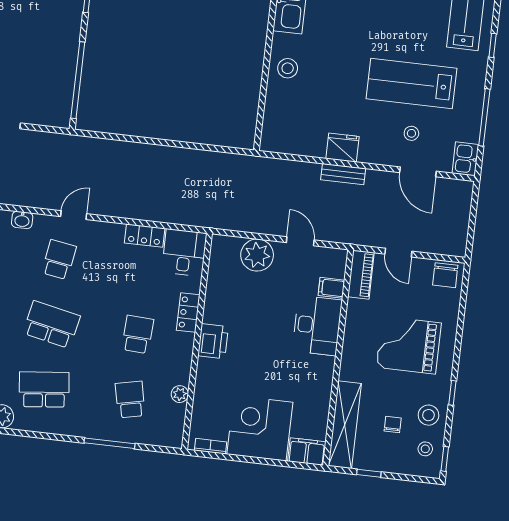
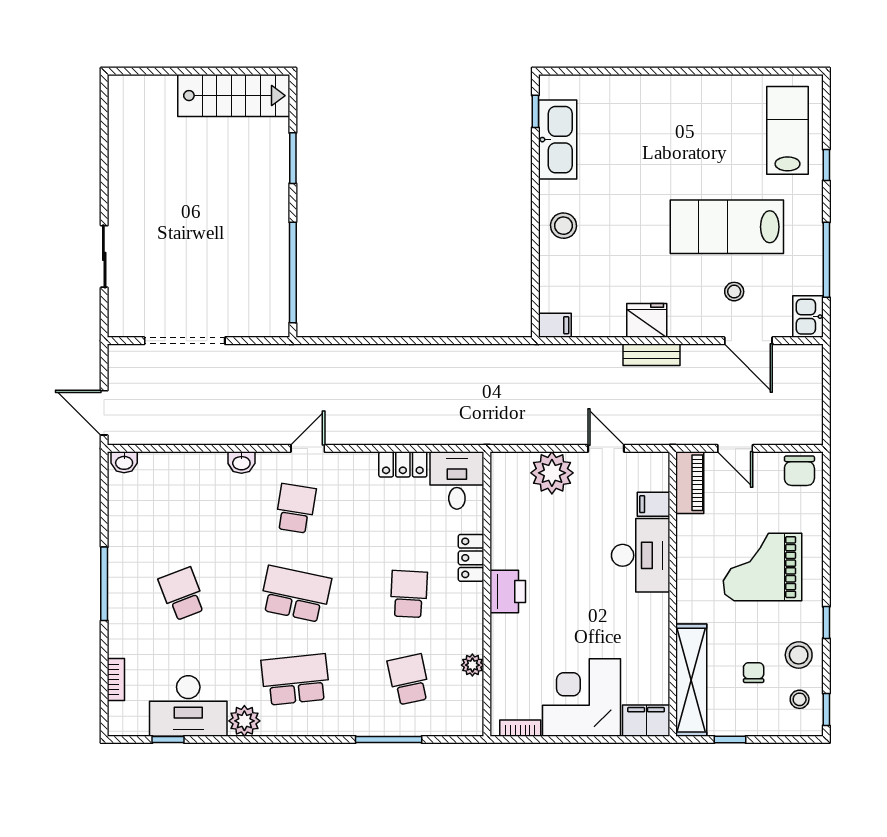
filing cabinet: (272, 143) -> (555, 325), added

